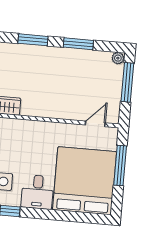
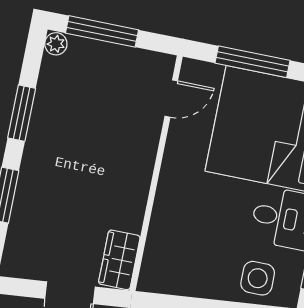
door: (95, 124) -> (171, 99), swing flipped

